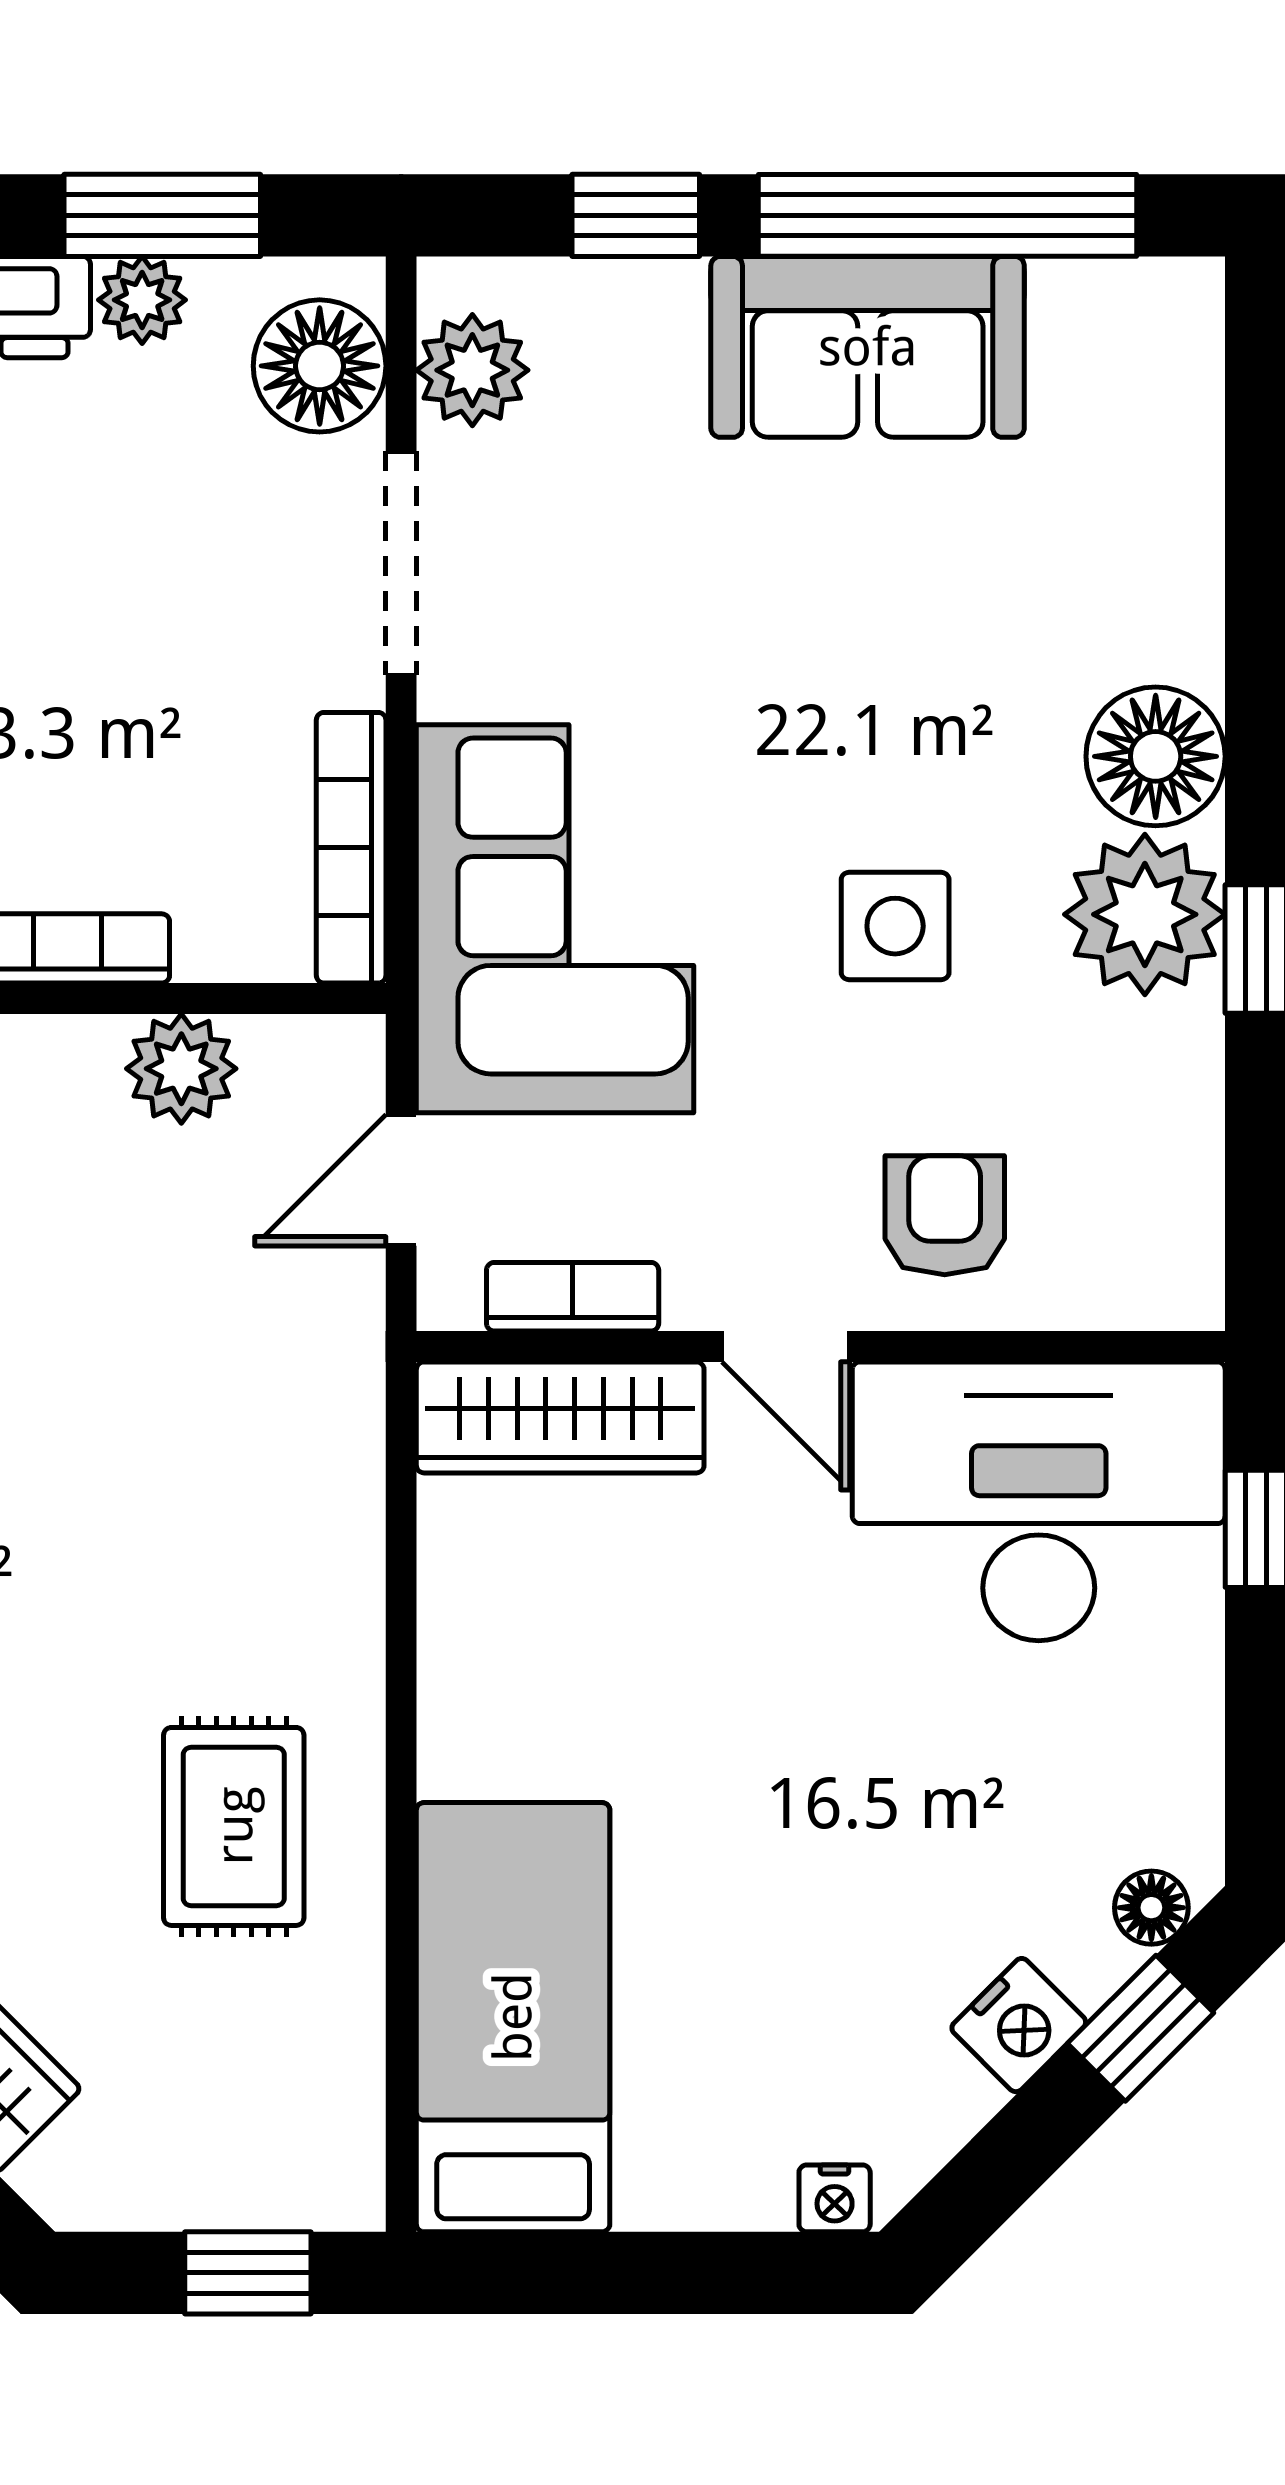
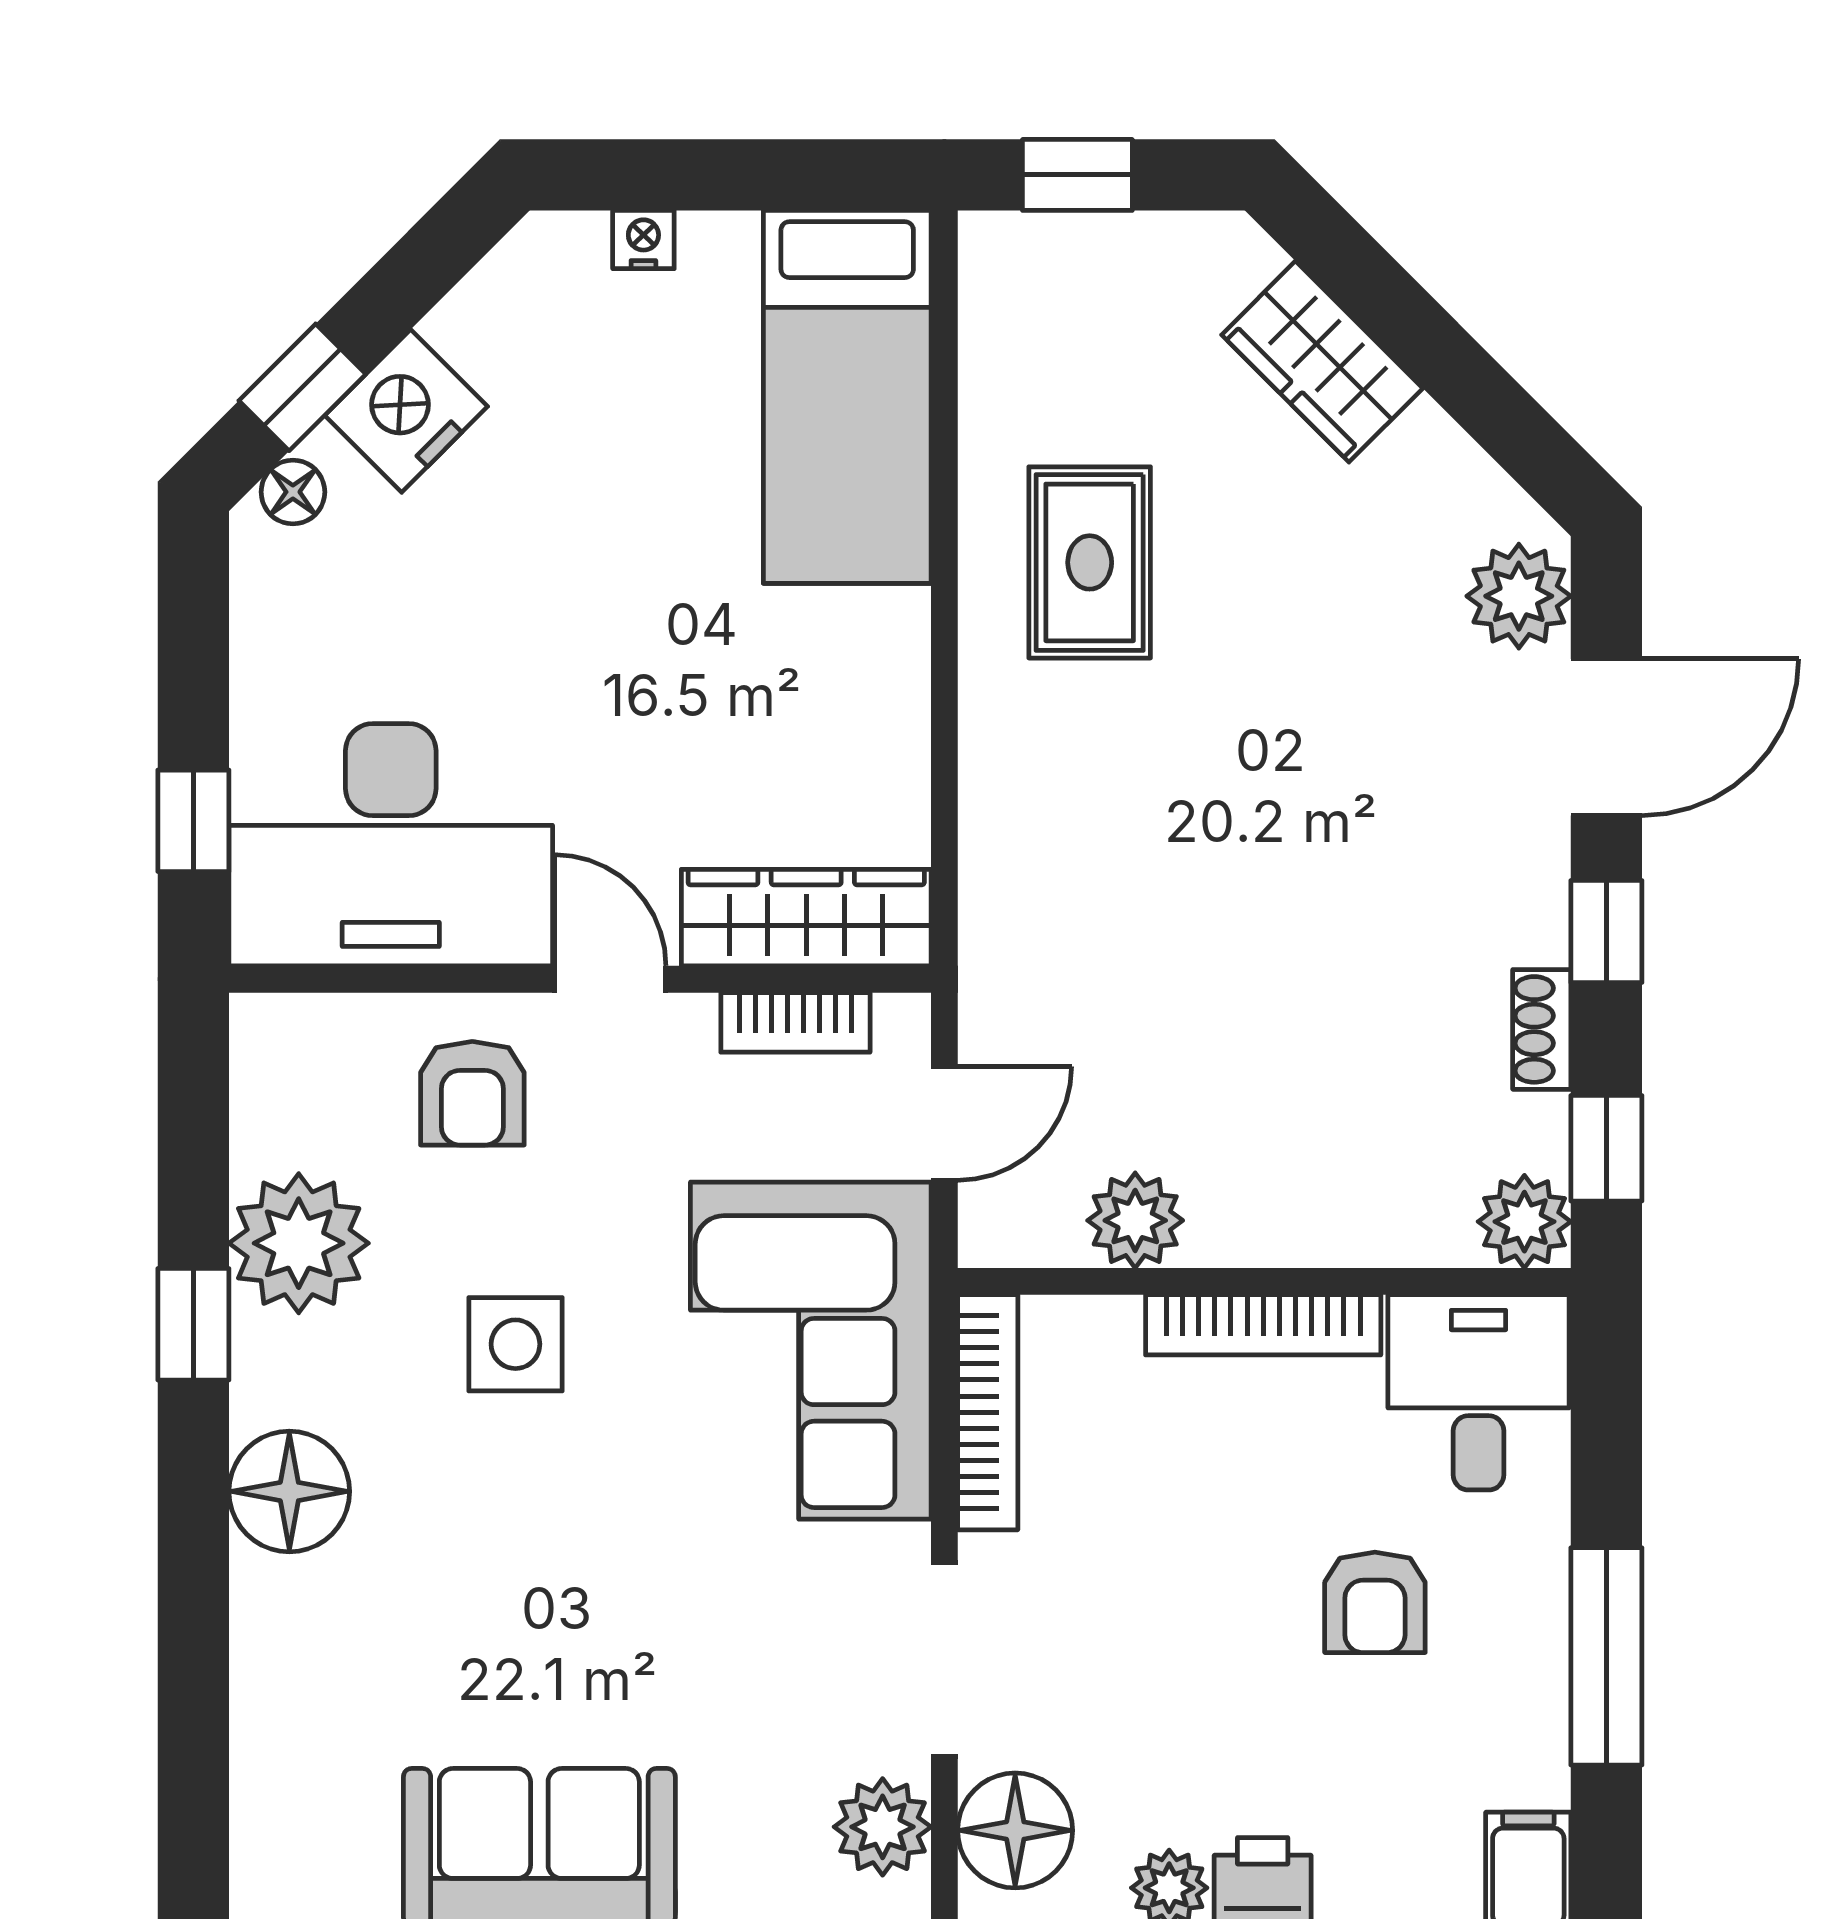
plant: (1145, 914) -> (299, 1243), moved
nightstand: (1019, 2025) -> (406, 411), width x1.36, depth x1.33
nightstand: (835, 2198) -> (643, 240), moved

